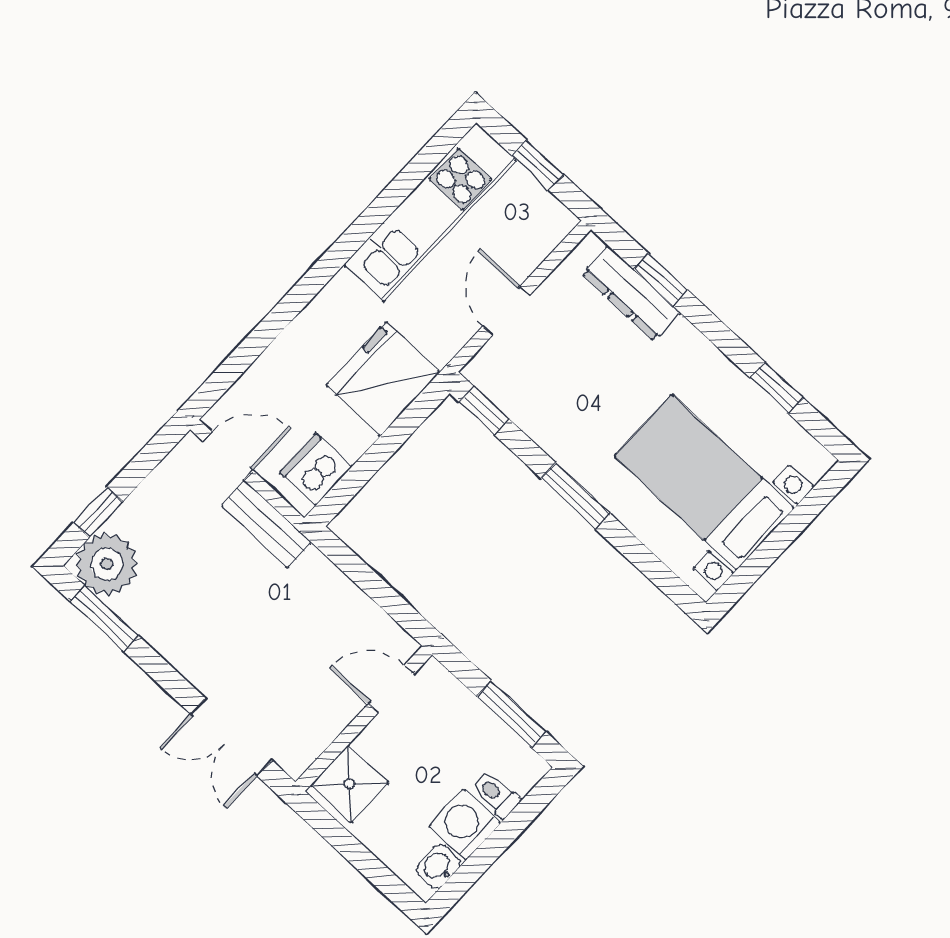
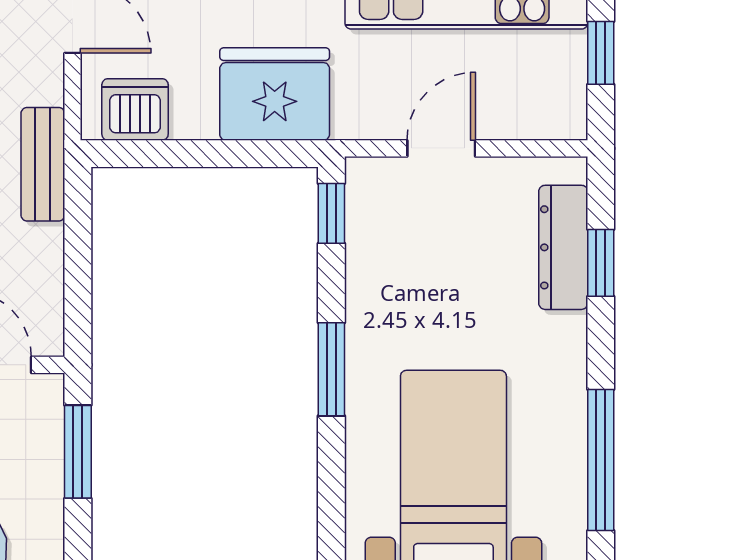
window: (776, 388) -> (601, 460), width x2.17
bench: (266, 524) -> (43, 164), moved
window: (511, 714) -> (78, 452), moved

